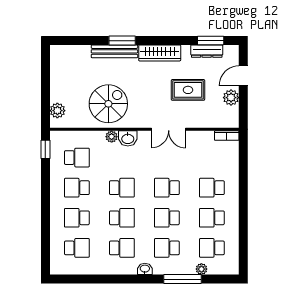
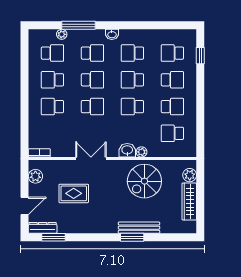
dresser: (207, 51) -> (43, 228), moved
wardrobe: (160, 53) -> (189, 201), moved, turned -90
plant: (231, 98) -> (35, 176), moved
window: (45, 149) -> (200, 56), moved
school desk: (212, 188) -> (52, 107), turned 180
school desk: (212, 218) -> (52, 80), turned 180

